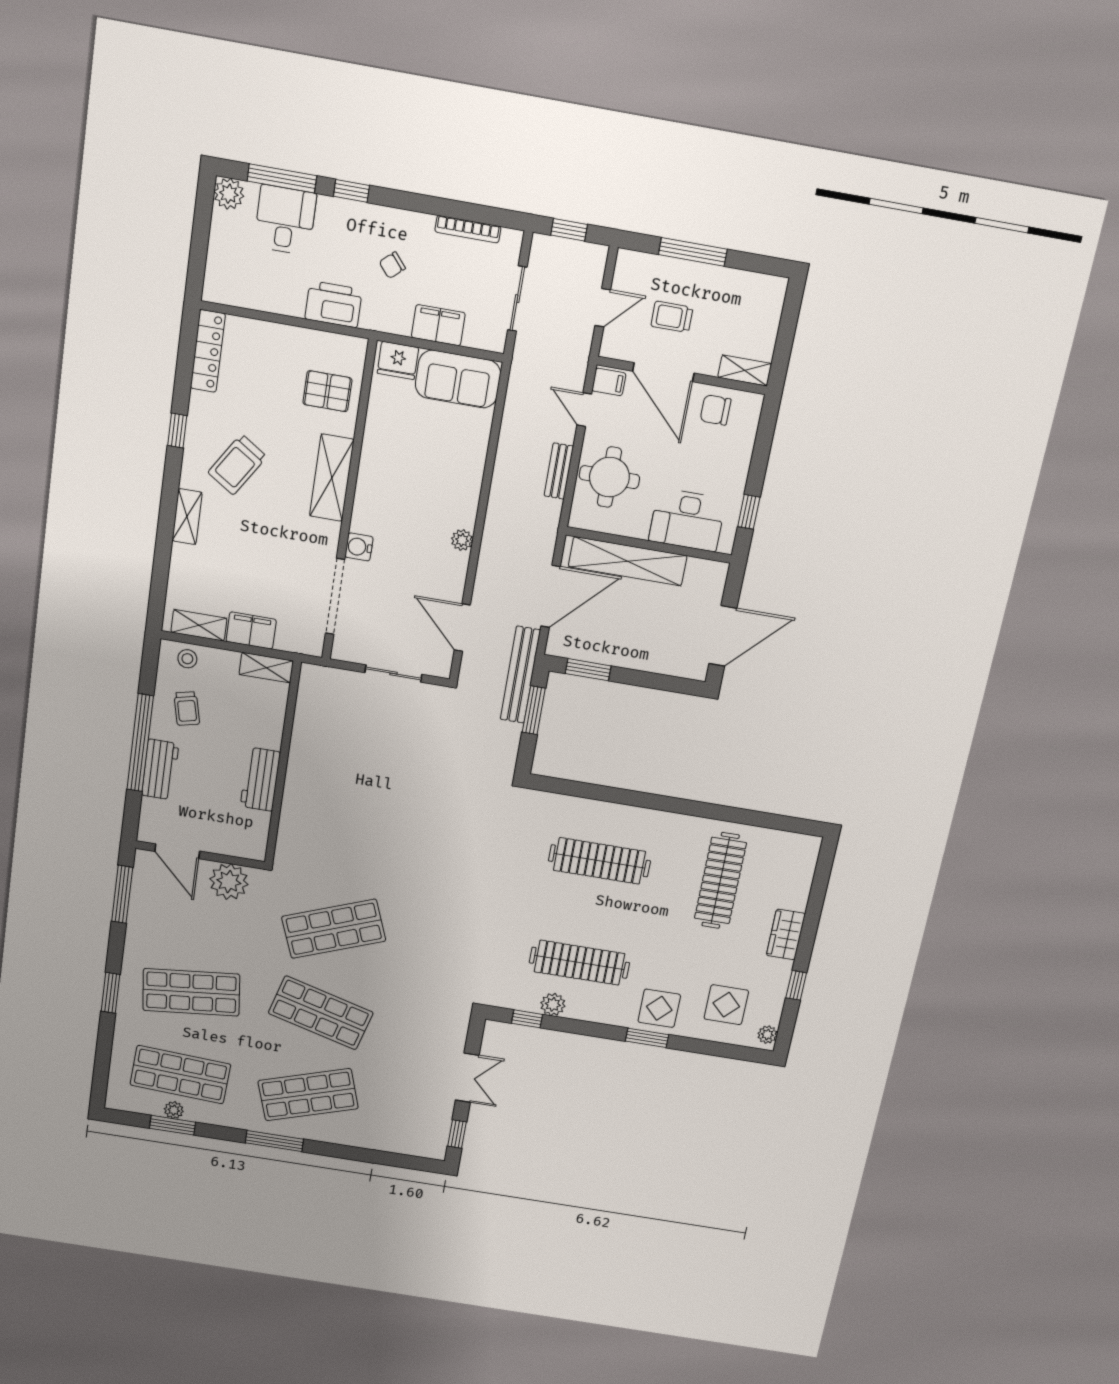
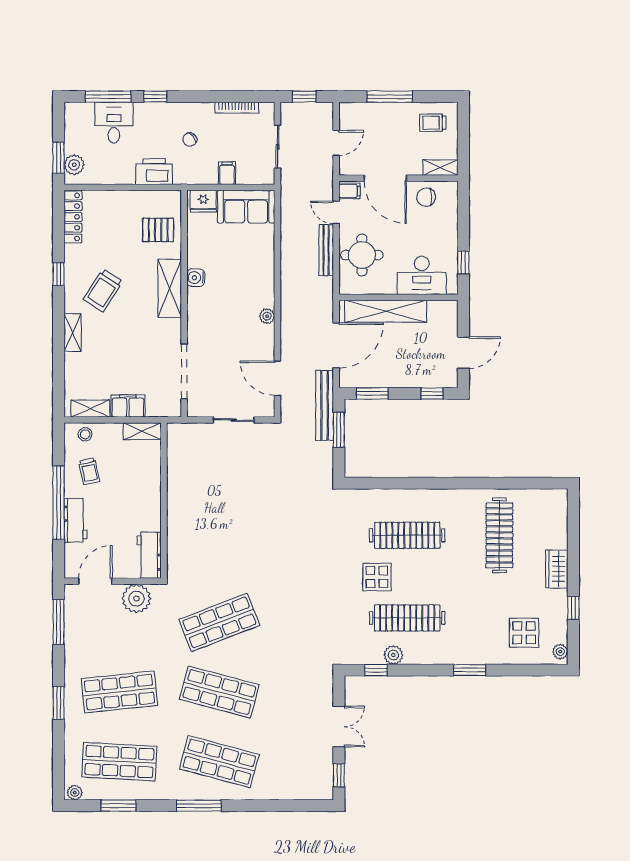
plant: (229, 194) -> (74, 165), moved
window: (198, 259) -> (59, 158), added
trolley: (672, 317) -> (433, 123), moved
filing cabinet: (438, 325) -> (227, 173), width x0.50
bench: (559, 471) -> (326, 250), width x1.36
water cooler: (359, 547) -> (196, 278), moved
door: (723, 636) -> (463, 353), width x0.73
window: (669, 683) -> (432, 393), added
workbench: (260, 779) -> (149, 555), moved
door: (177, 851) -> (95, 581), swing flipped
display table: (659, 1008) -> (377, 577), moved
shop shelf: (308, 1095) -> (219, 762), turned 33
plant: (174, 1110) -> (75, 793), moved

